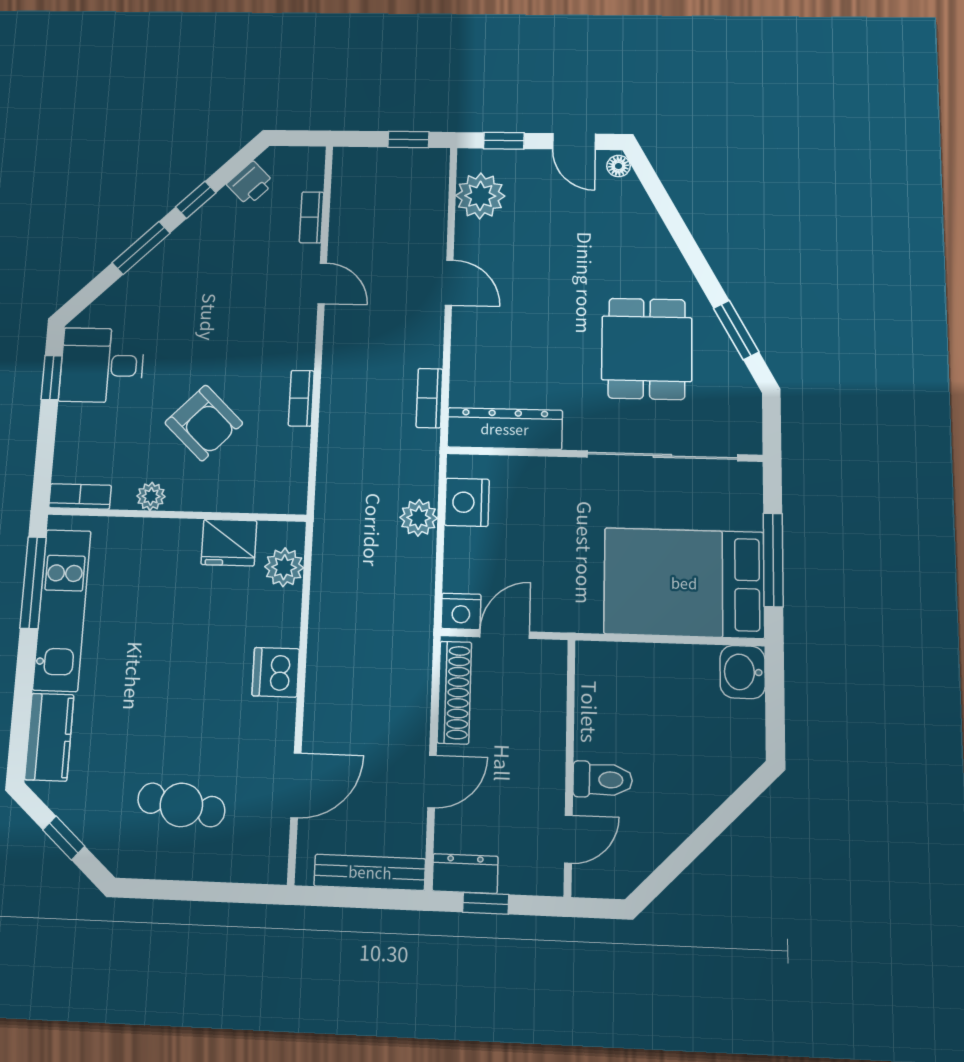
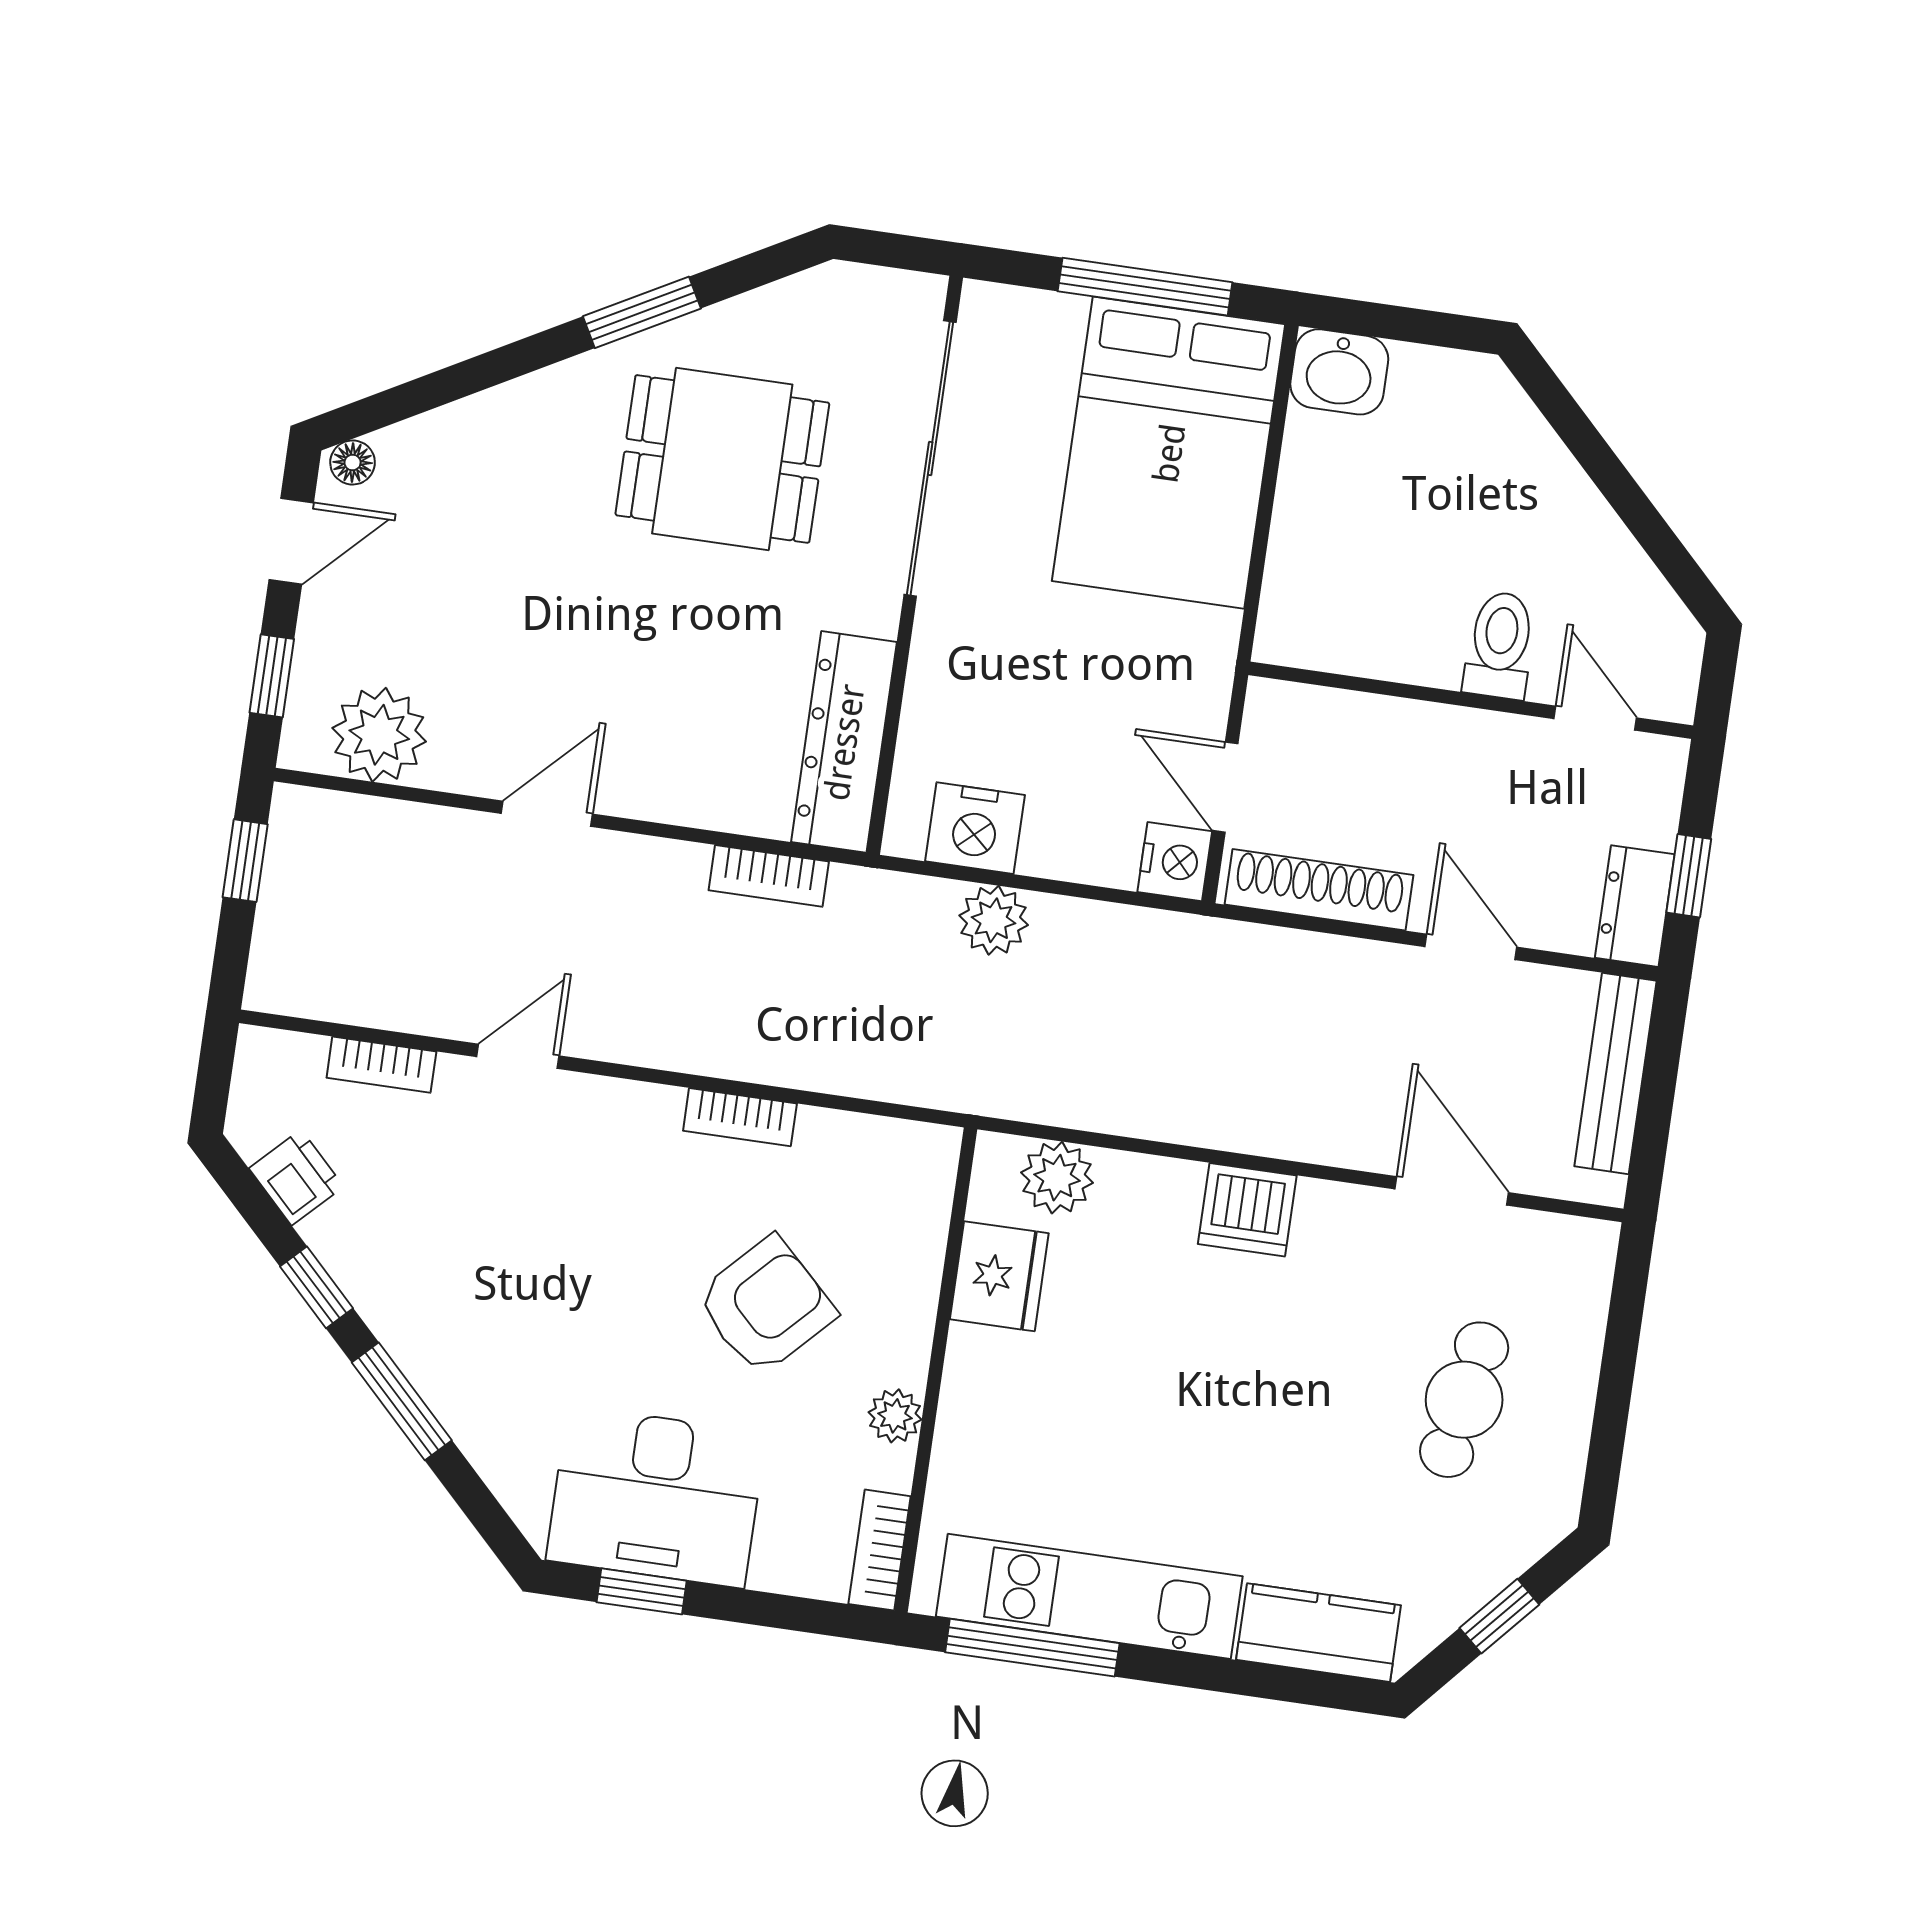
window: (736, 330) -> (642, 312), moved
desk: (102, 365) -> (656, 1497), width x1.37

